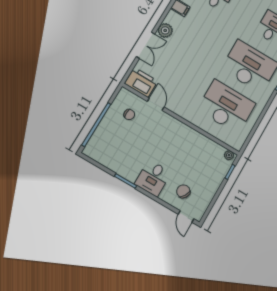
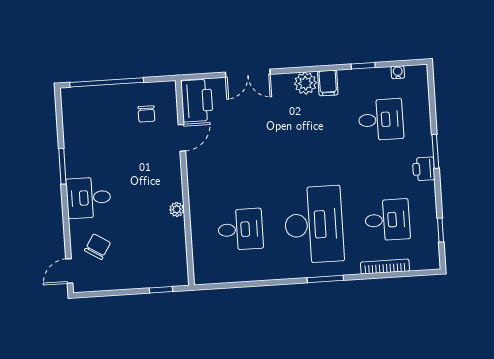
plant: (165, 30) -> (305, 83), moved
desk: (226, 107) -> (240, 229), width x0.53, depth x0.77
plant: (229, 155) -> (177, 209), moved

